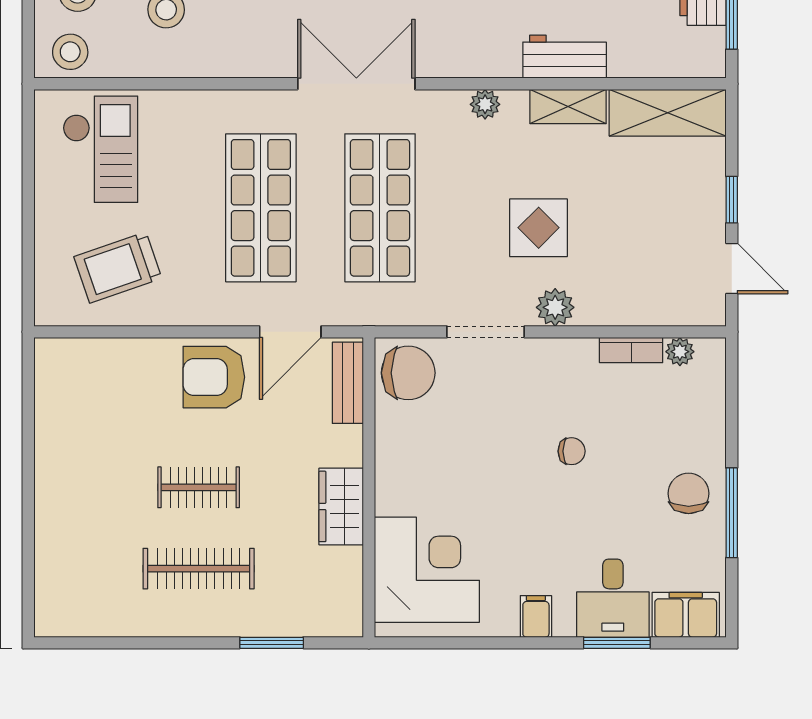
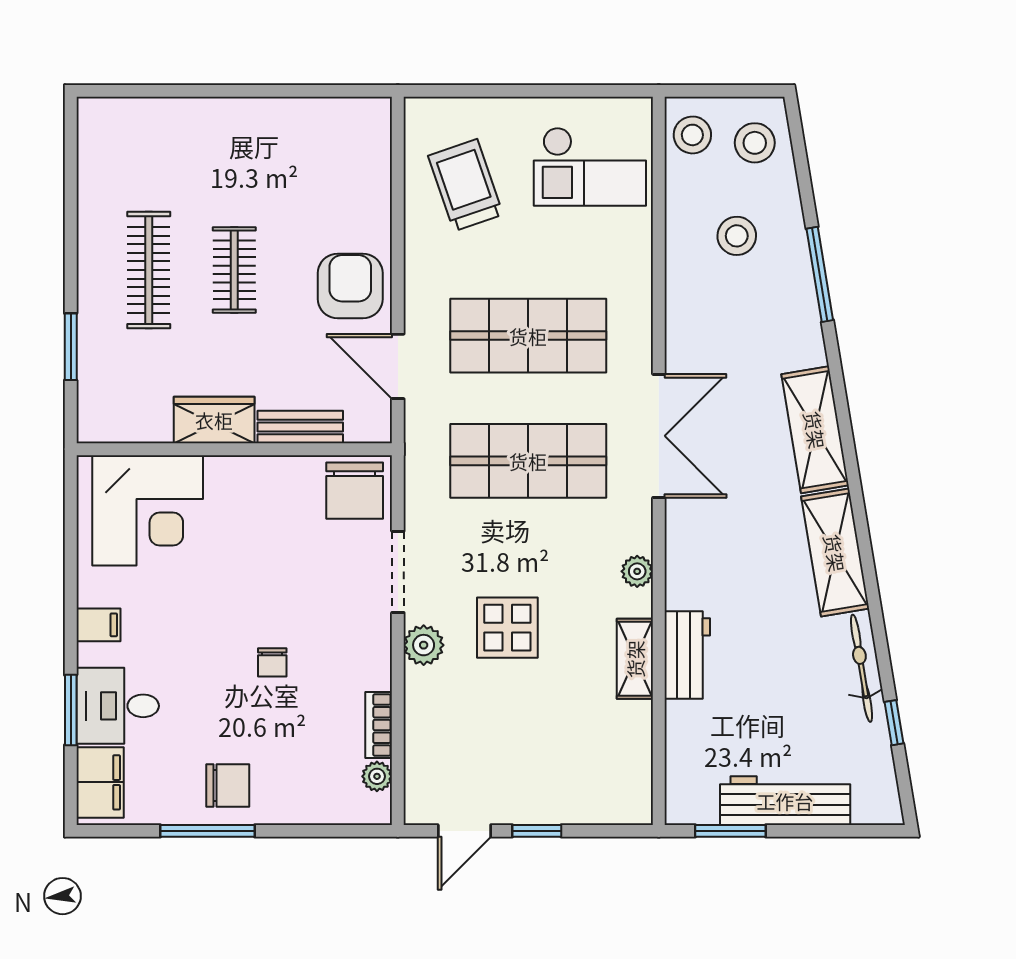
shelving: (668, 113) -> (628, 763), removed
bench: (348, 383) -> (300, 427), moved

